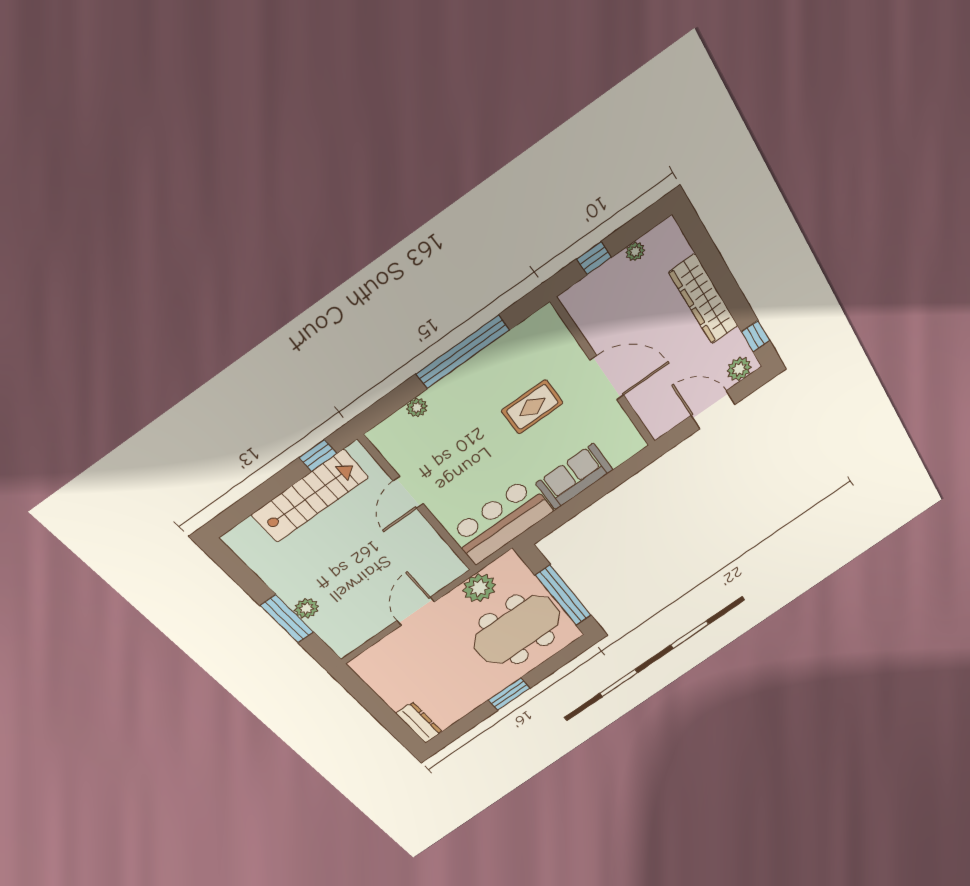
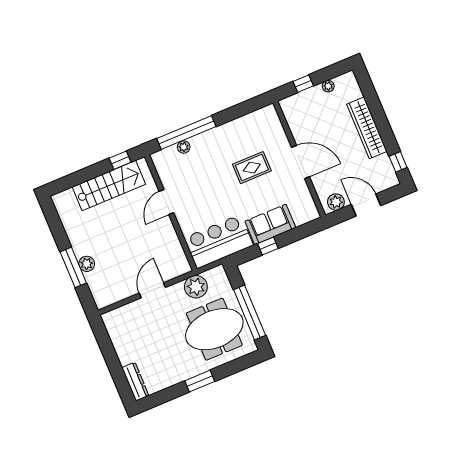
window: (463, 352) -> (186, 133), moved
plant: (739, 369) -> (336, 202), moved
window: (575, 506) -> (268, 246), added

